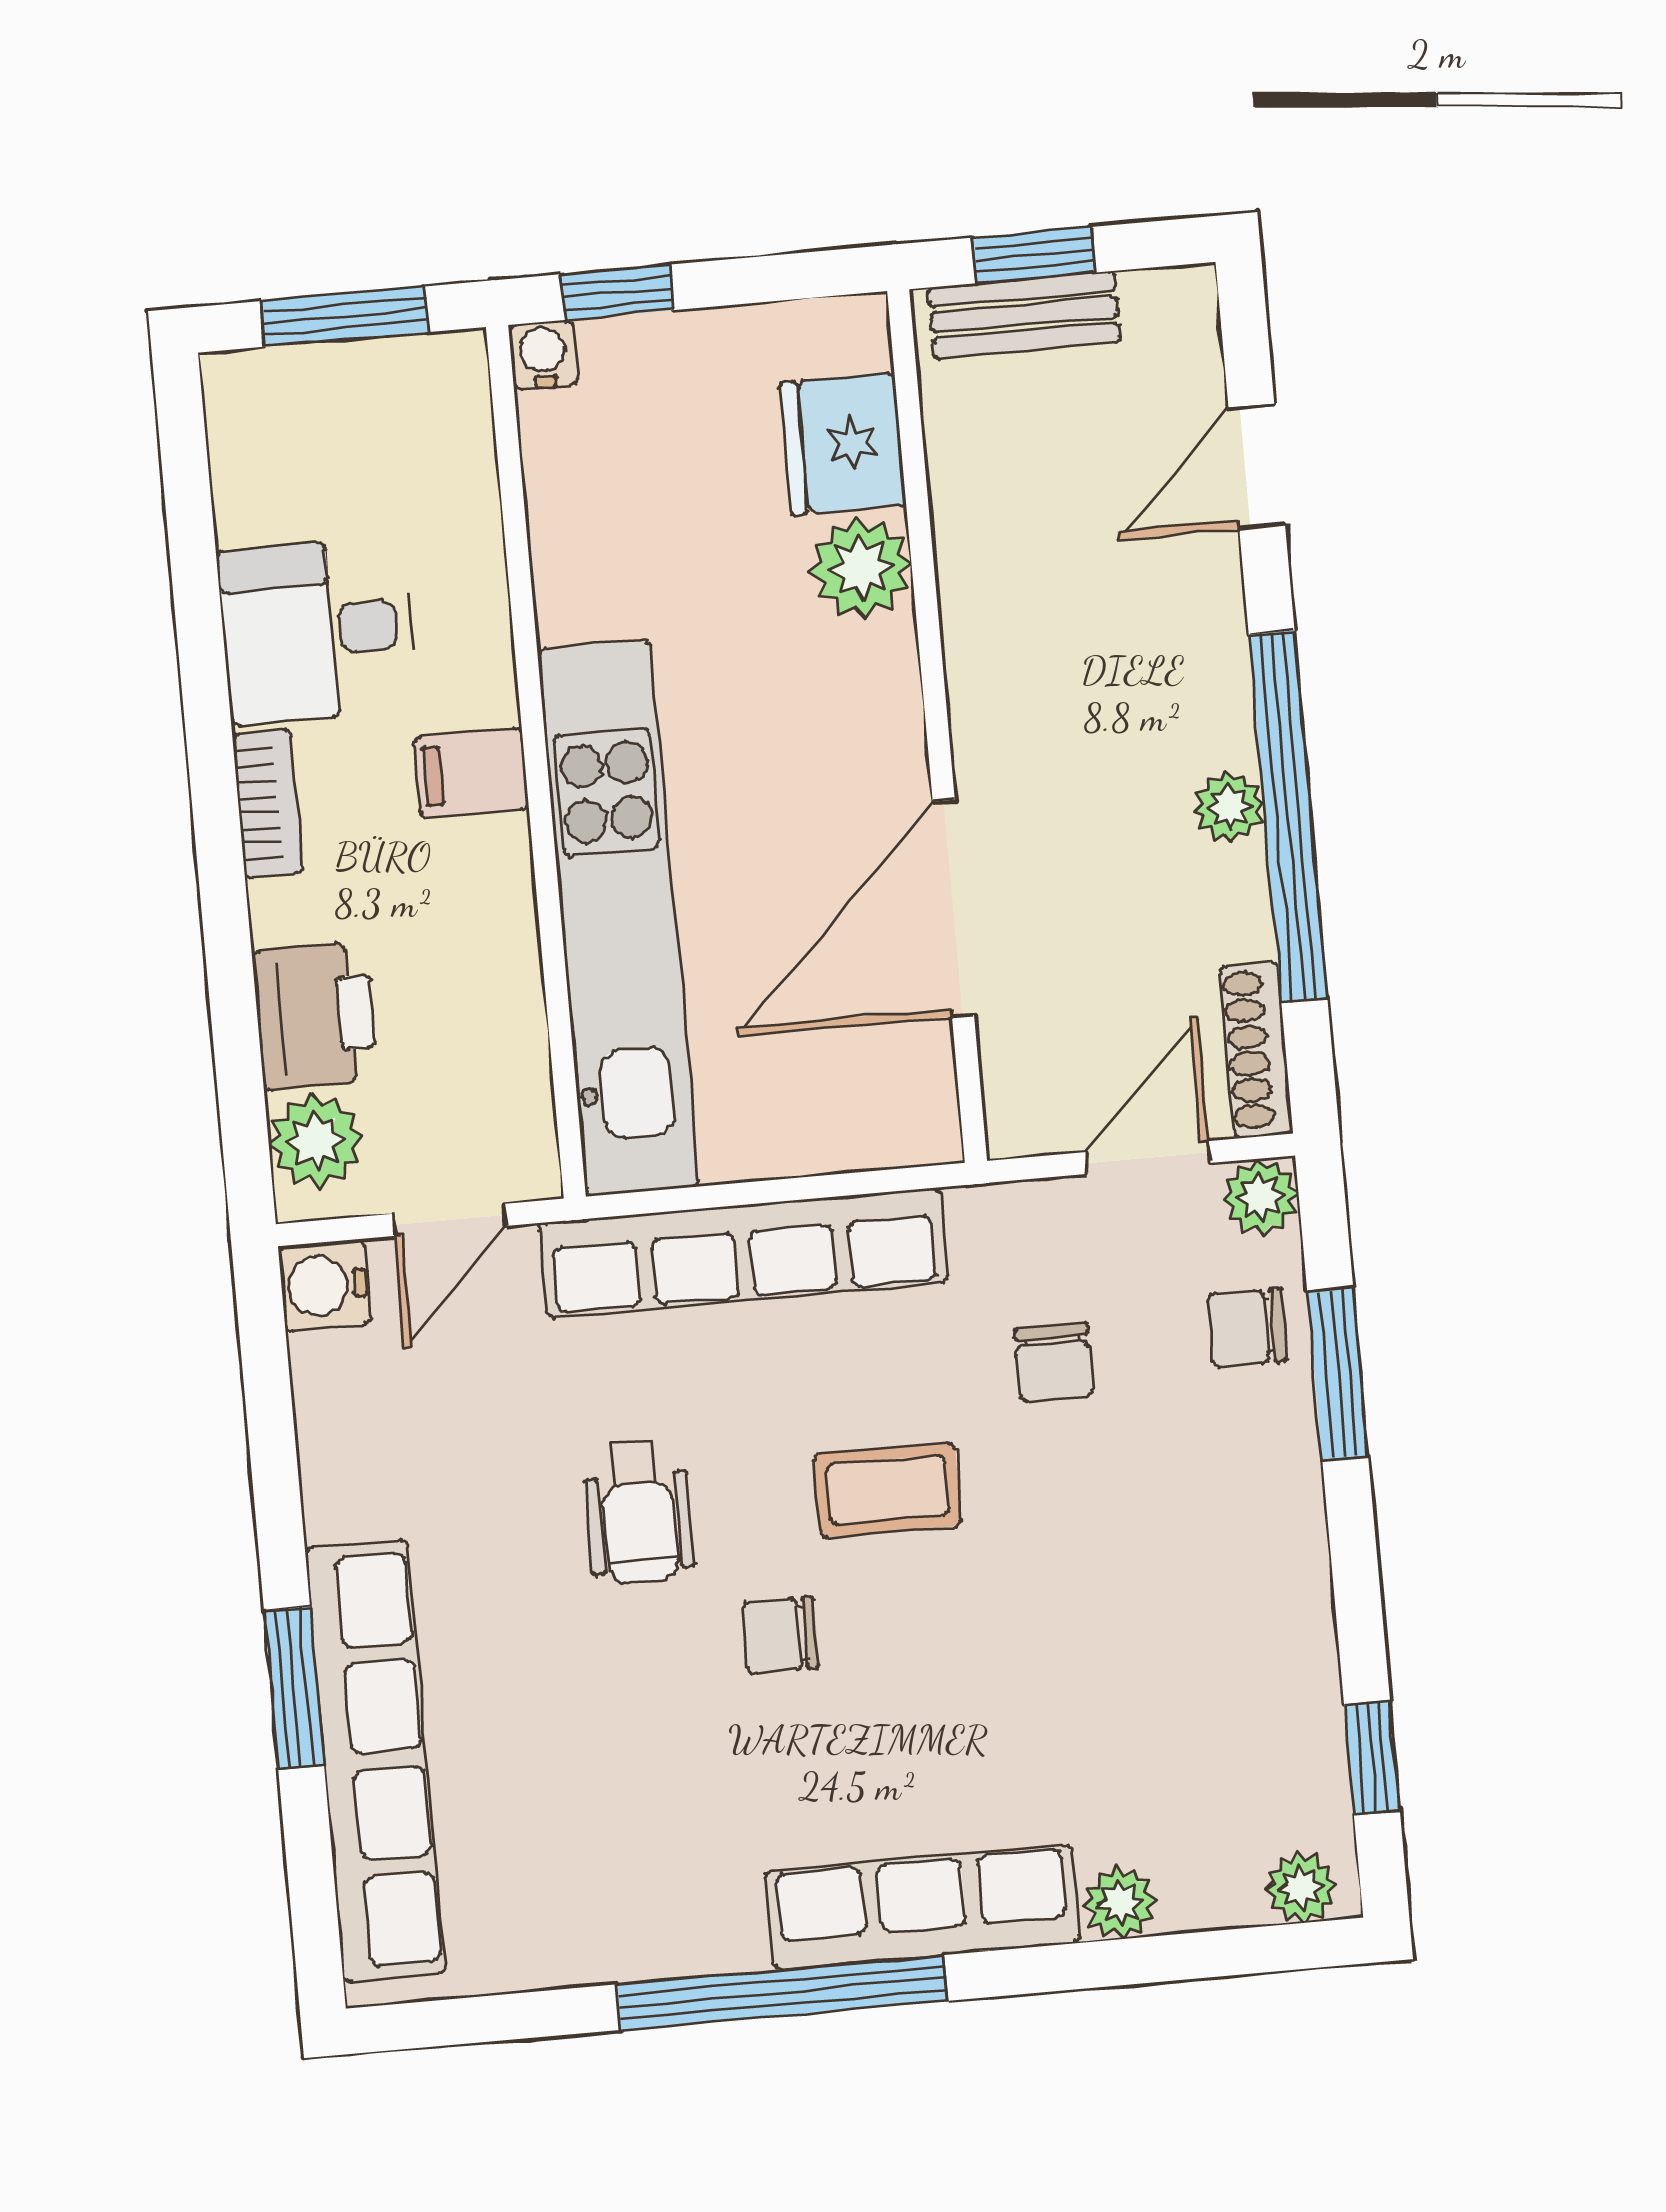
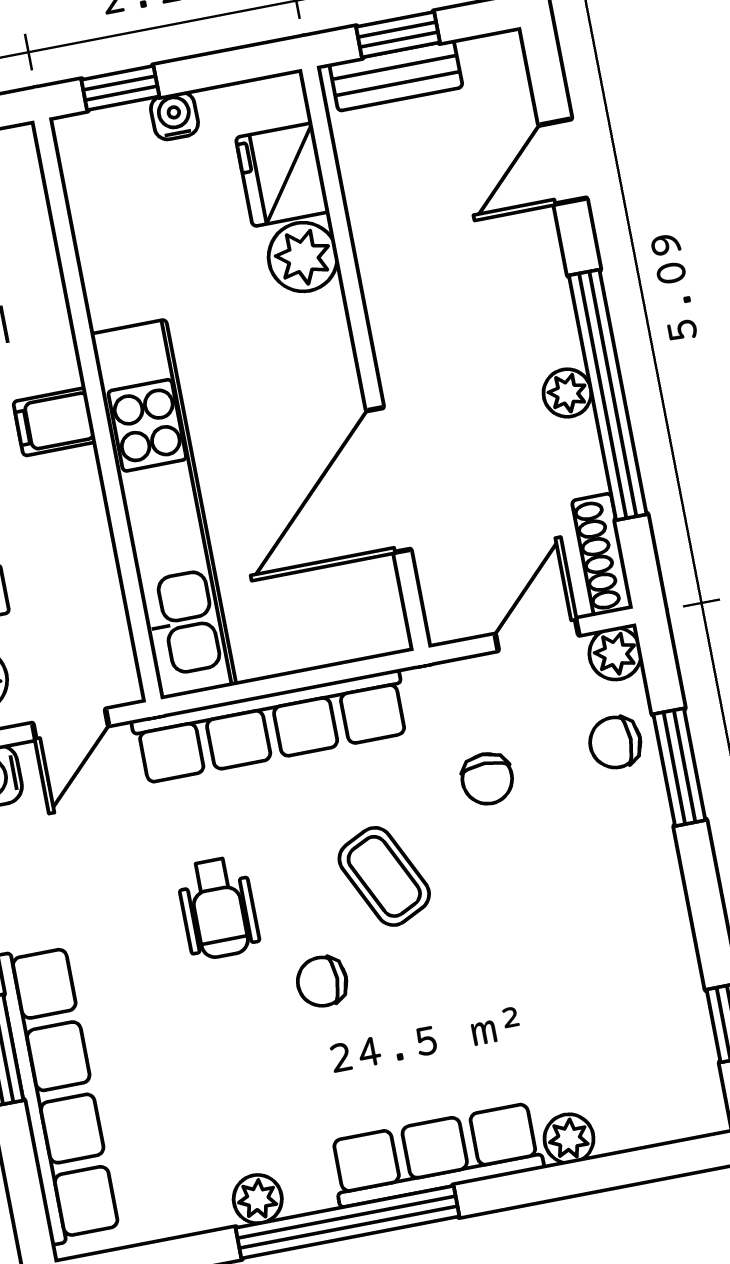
water cooler: (543, 355) -> (175, 116), moved
coffee table: (888, 1490) -> (384, 876), turned 64
plant: (1301, 1887) -> (258, 1199), moved

